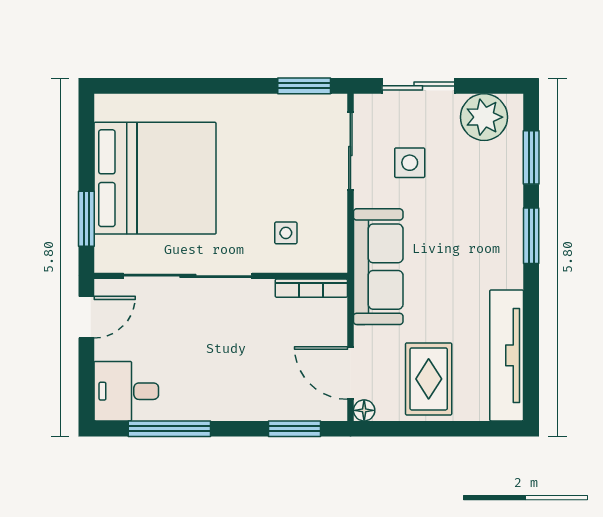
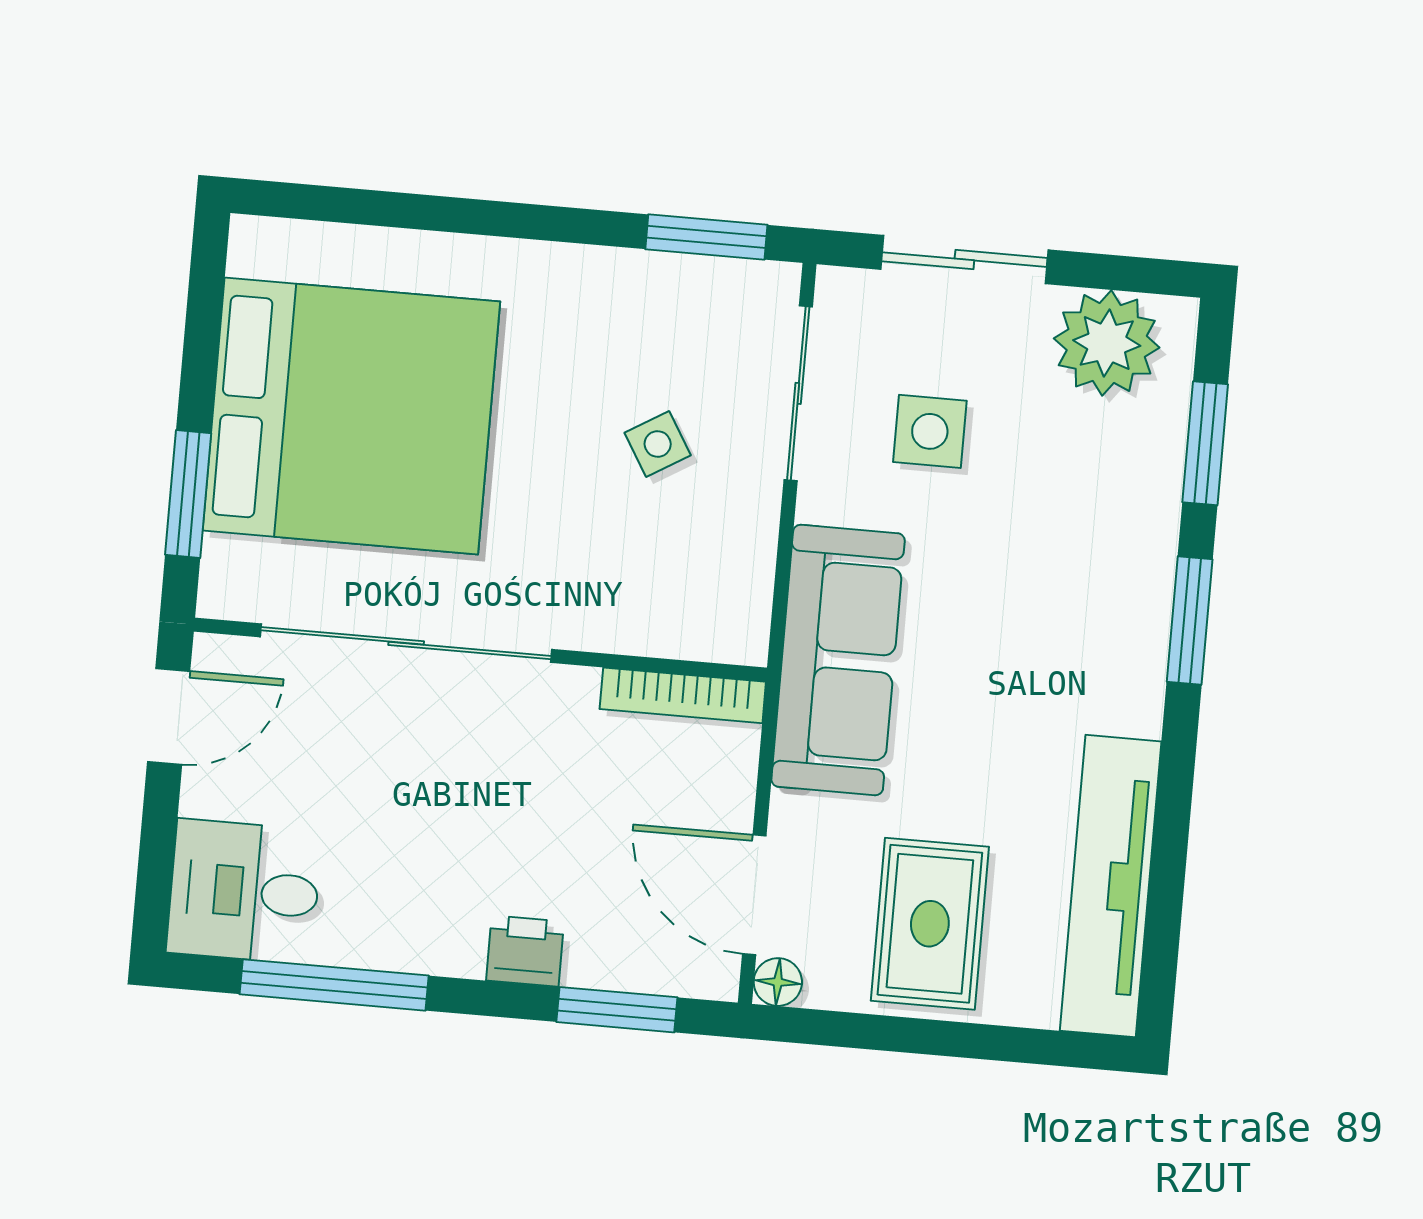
side table: (286, 233) -> (658, 444), moved, turned -31
printer: (252, 406) -> (525, 951), added

